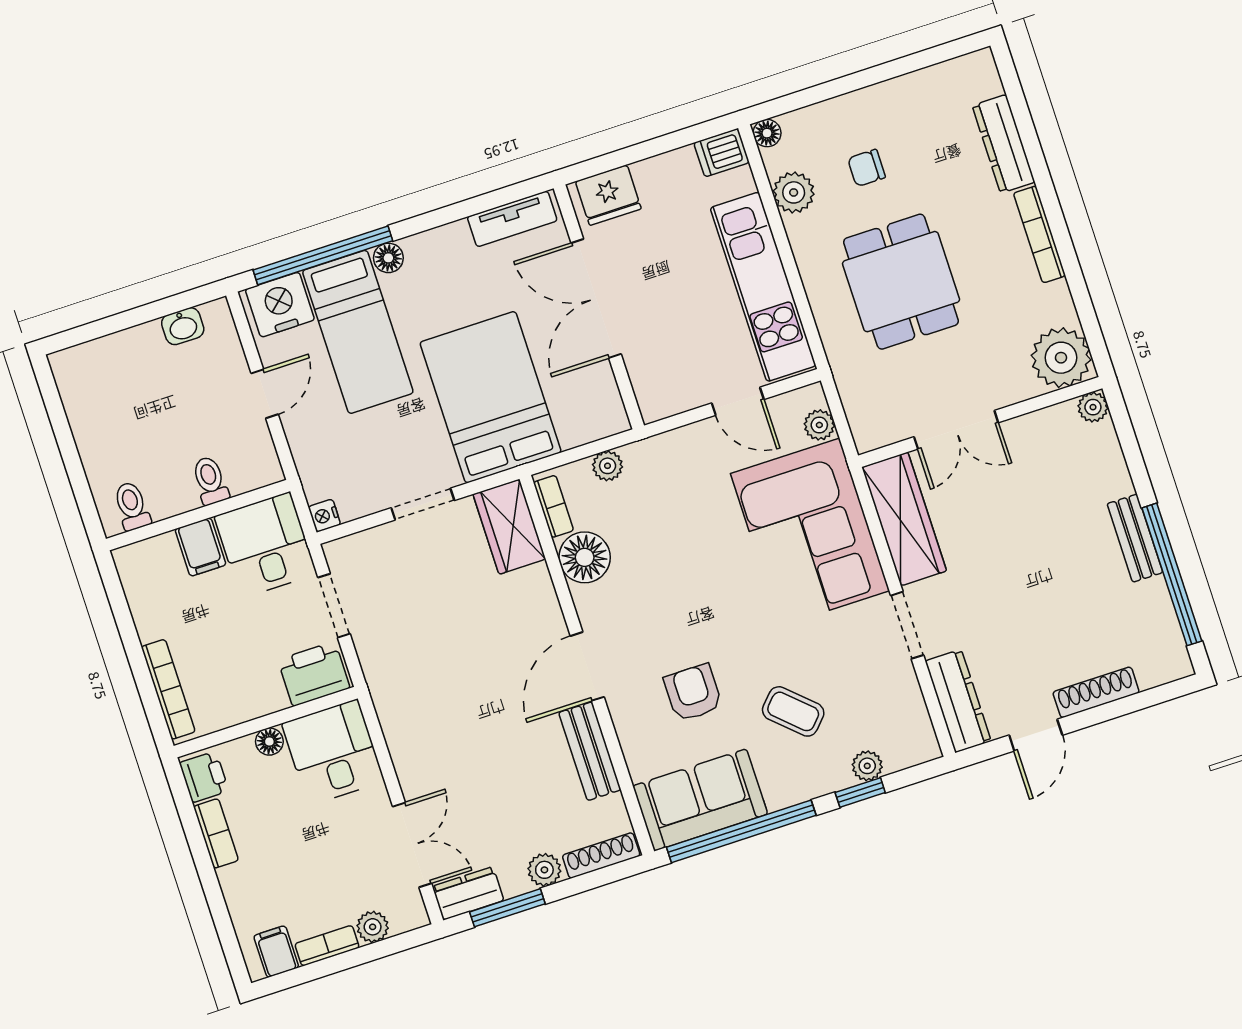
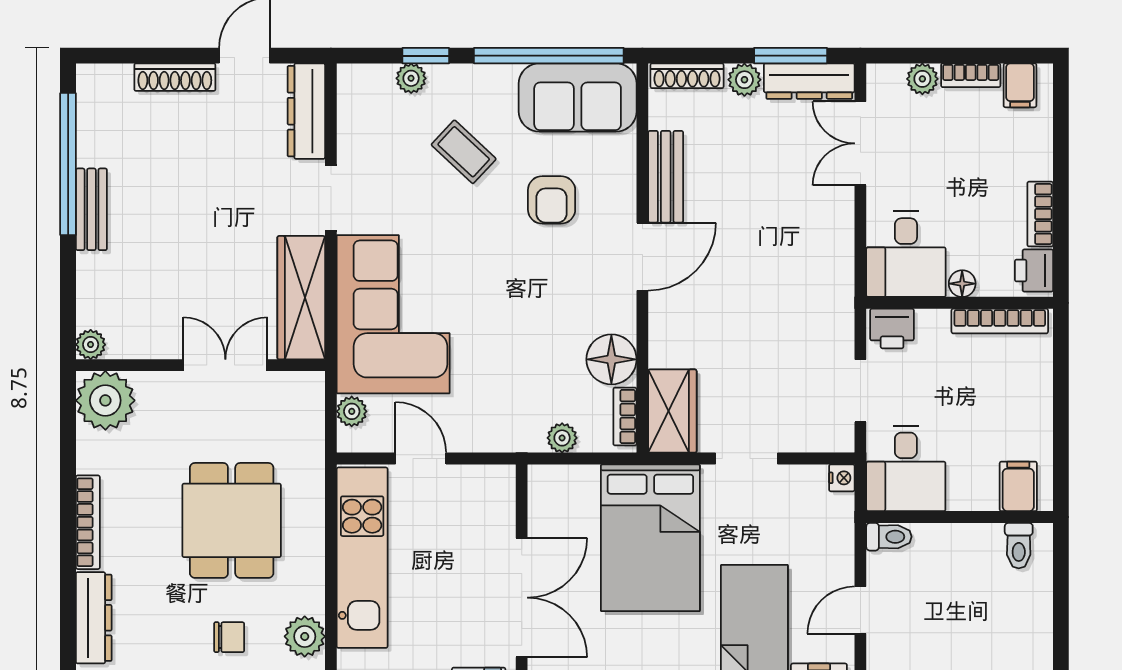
toilet: (210, 481) -> (889, 537), moved, turned -90
filing cabinet: (200, 547) -> (1018, 486), moved
printer: (314, 674) -> (892, 329), width x0.73, depth x0.81
bookcase: (168, 689) -> (1000, 321), moved, turned -90
dresser: (468, 893) -> (809, 81), width x1.44

